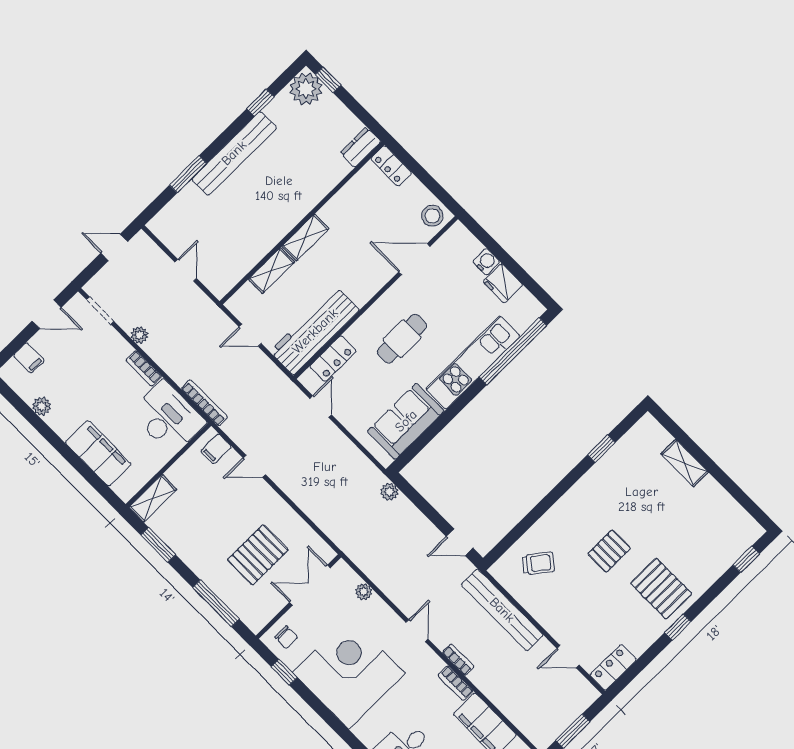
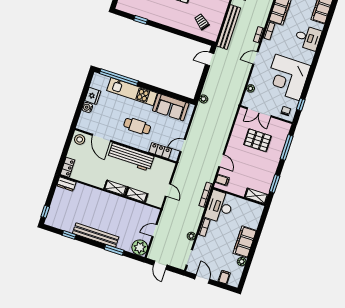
plant: (306, 89) -> (140, 247), moved
workbench: (315, 331) -> (131, 157), moved
filing cabinet: (98, 453) -> (245, 242), moved
door: (460, 542) -> (210, 59), swing flipped

